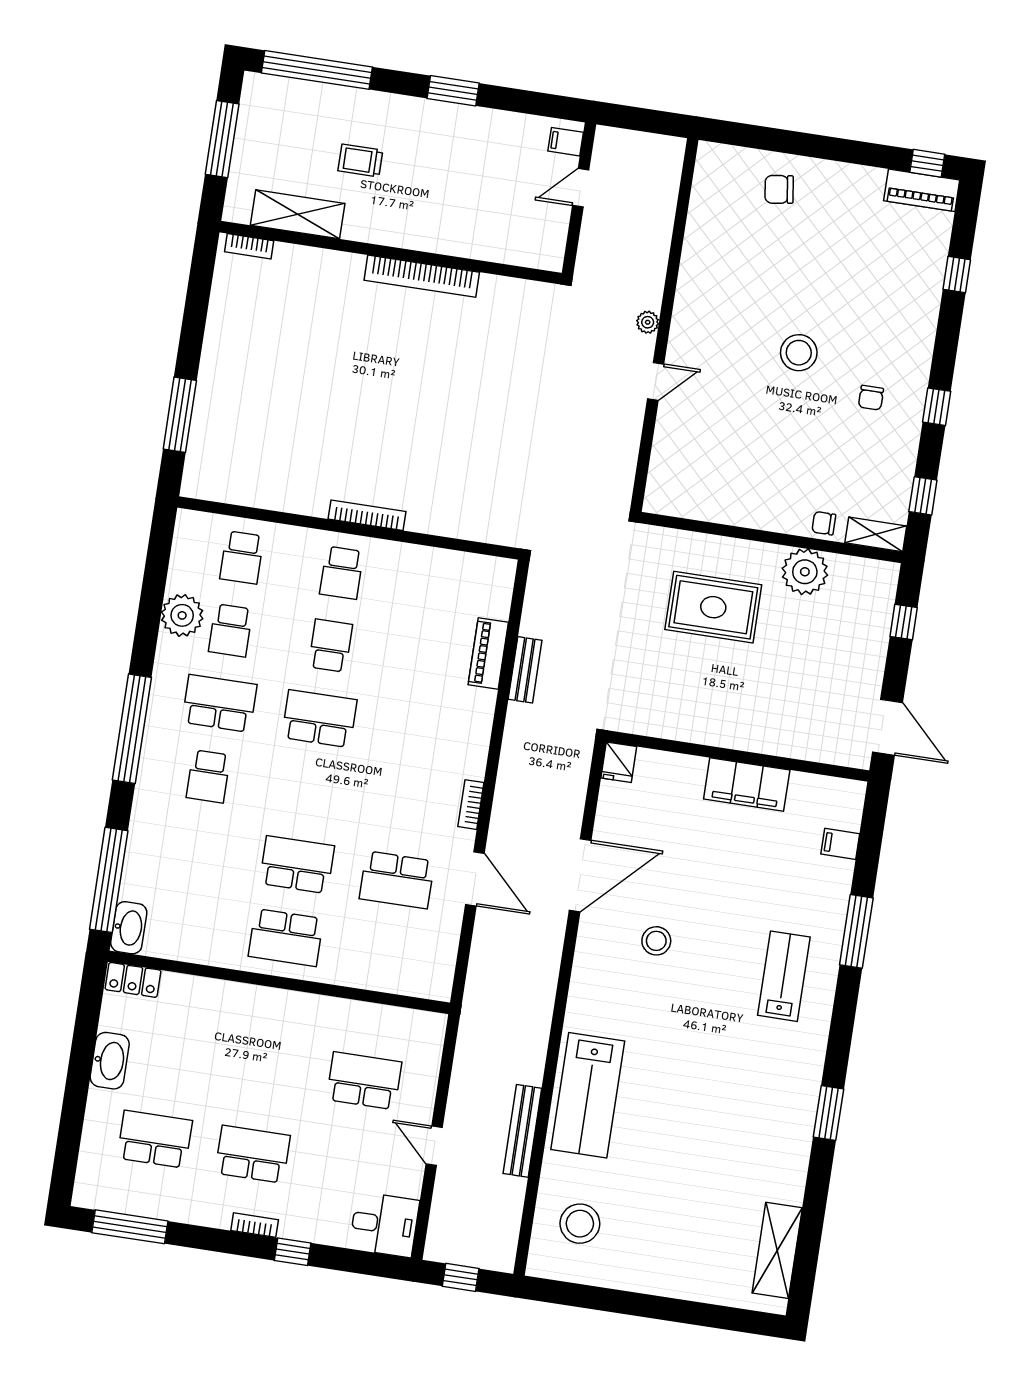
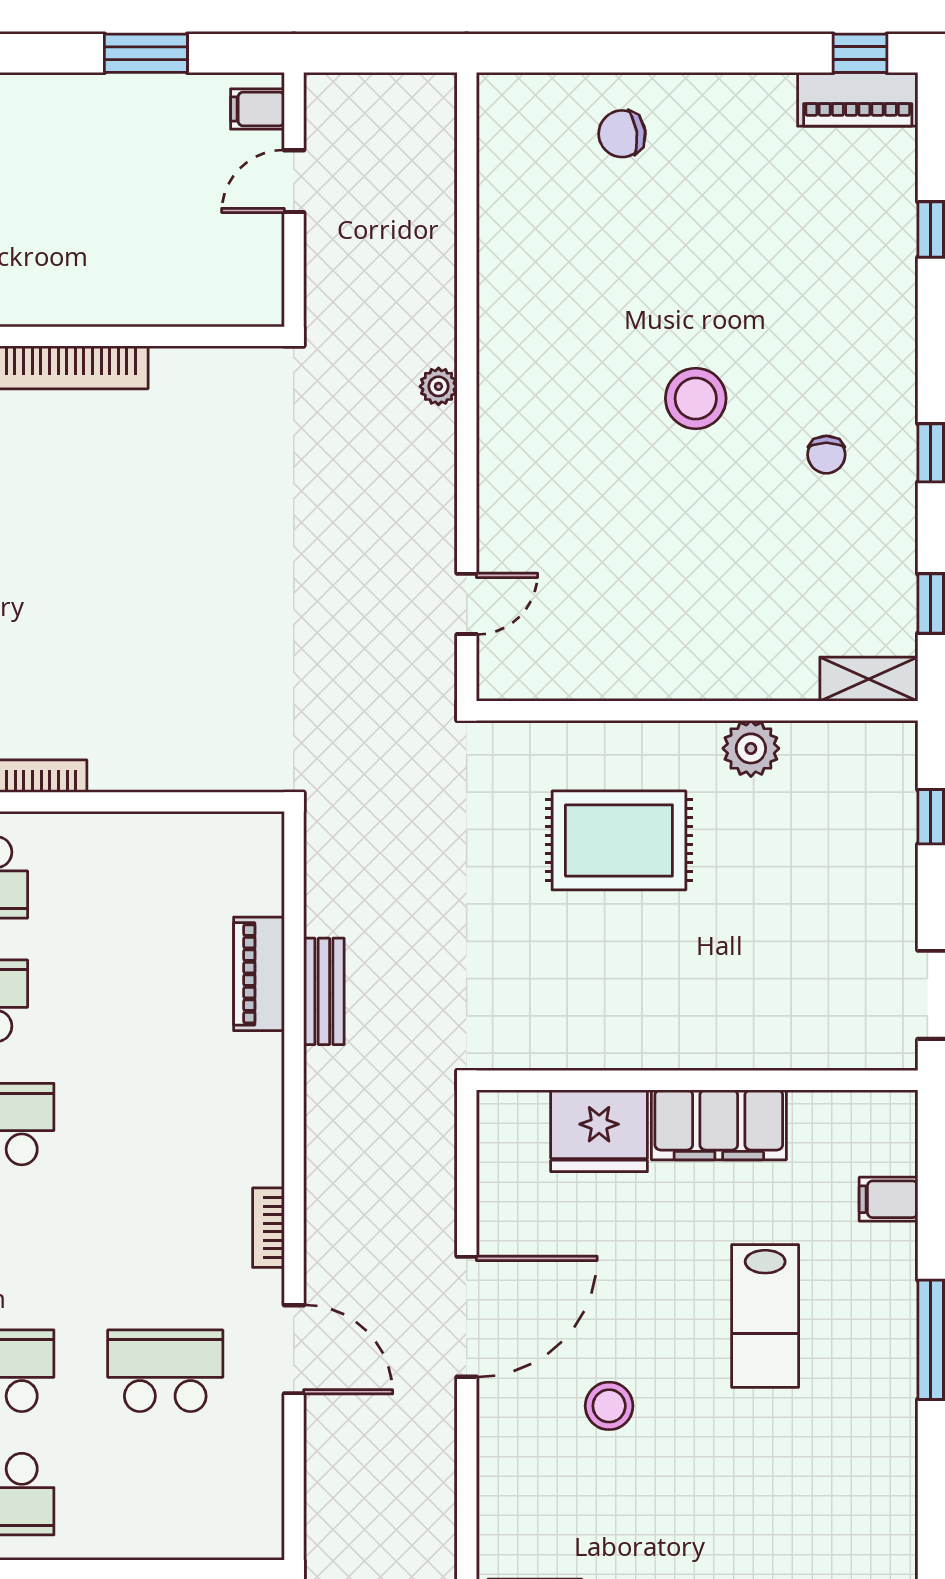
window: (453, 91) -> (146, 53), moved
door: (656, 381) -> (467, 604), moved
chair: (824, 523) -> (780, 674), removed
plant: (805, 572) -> (751, 748), width x0.73, depth x0.73
fridge: (619, 762) -> (599, 1131), moved, width x1.88, depth x1.34
school desk: (397, 880) -> (165, 1371), turned 180
lab bench: (784, 976) -> (765, 1316), moved, turned 180

